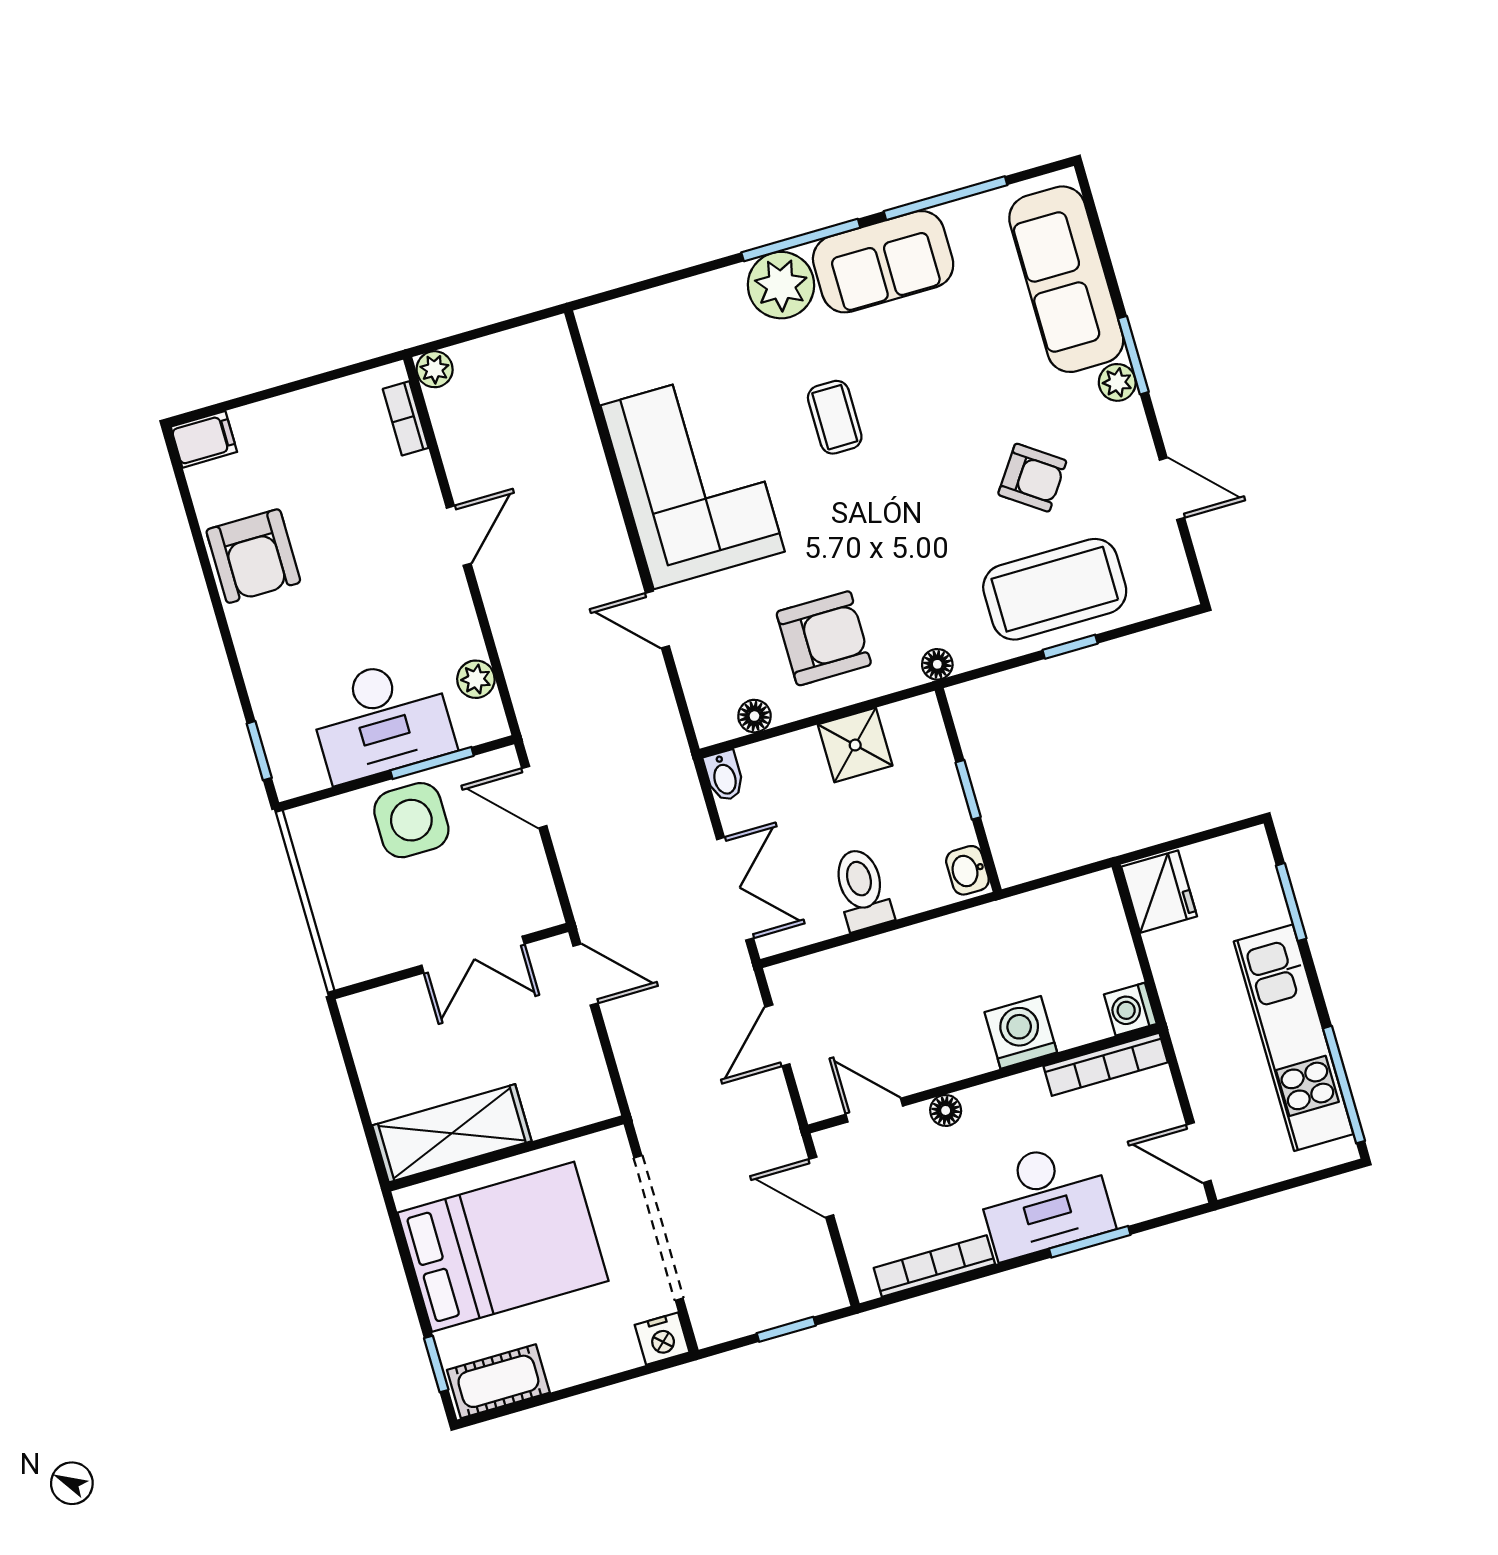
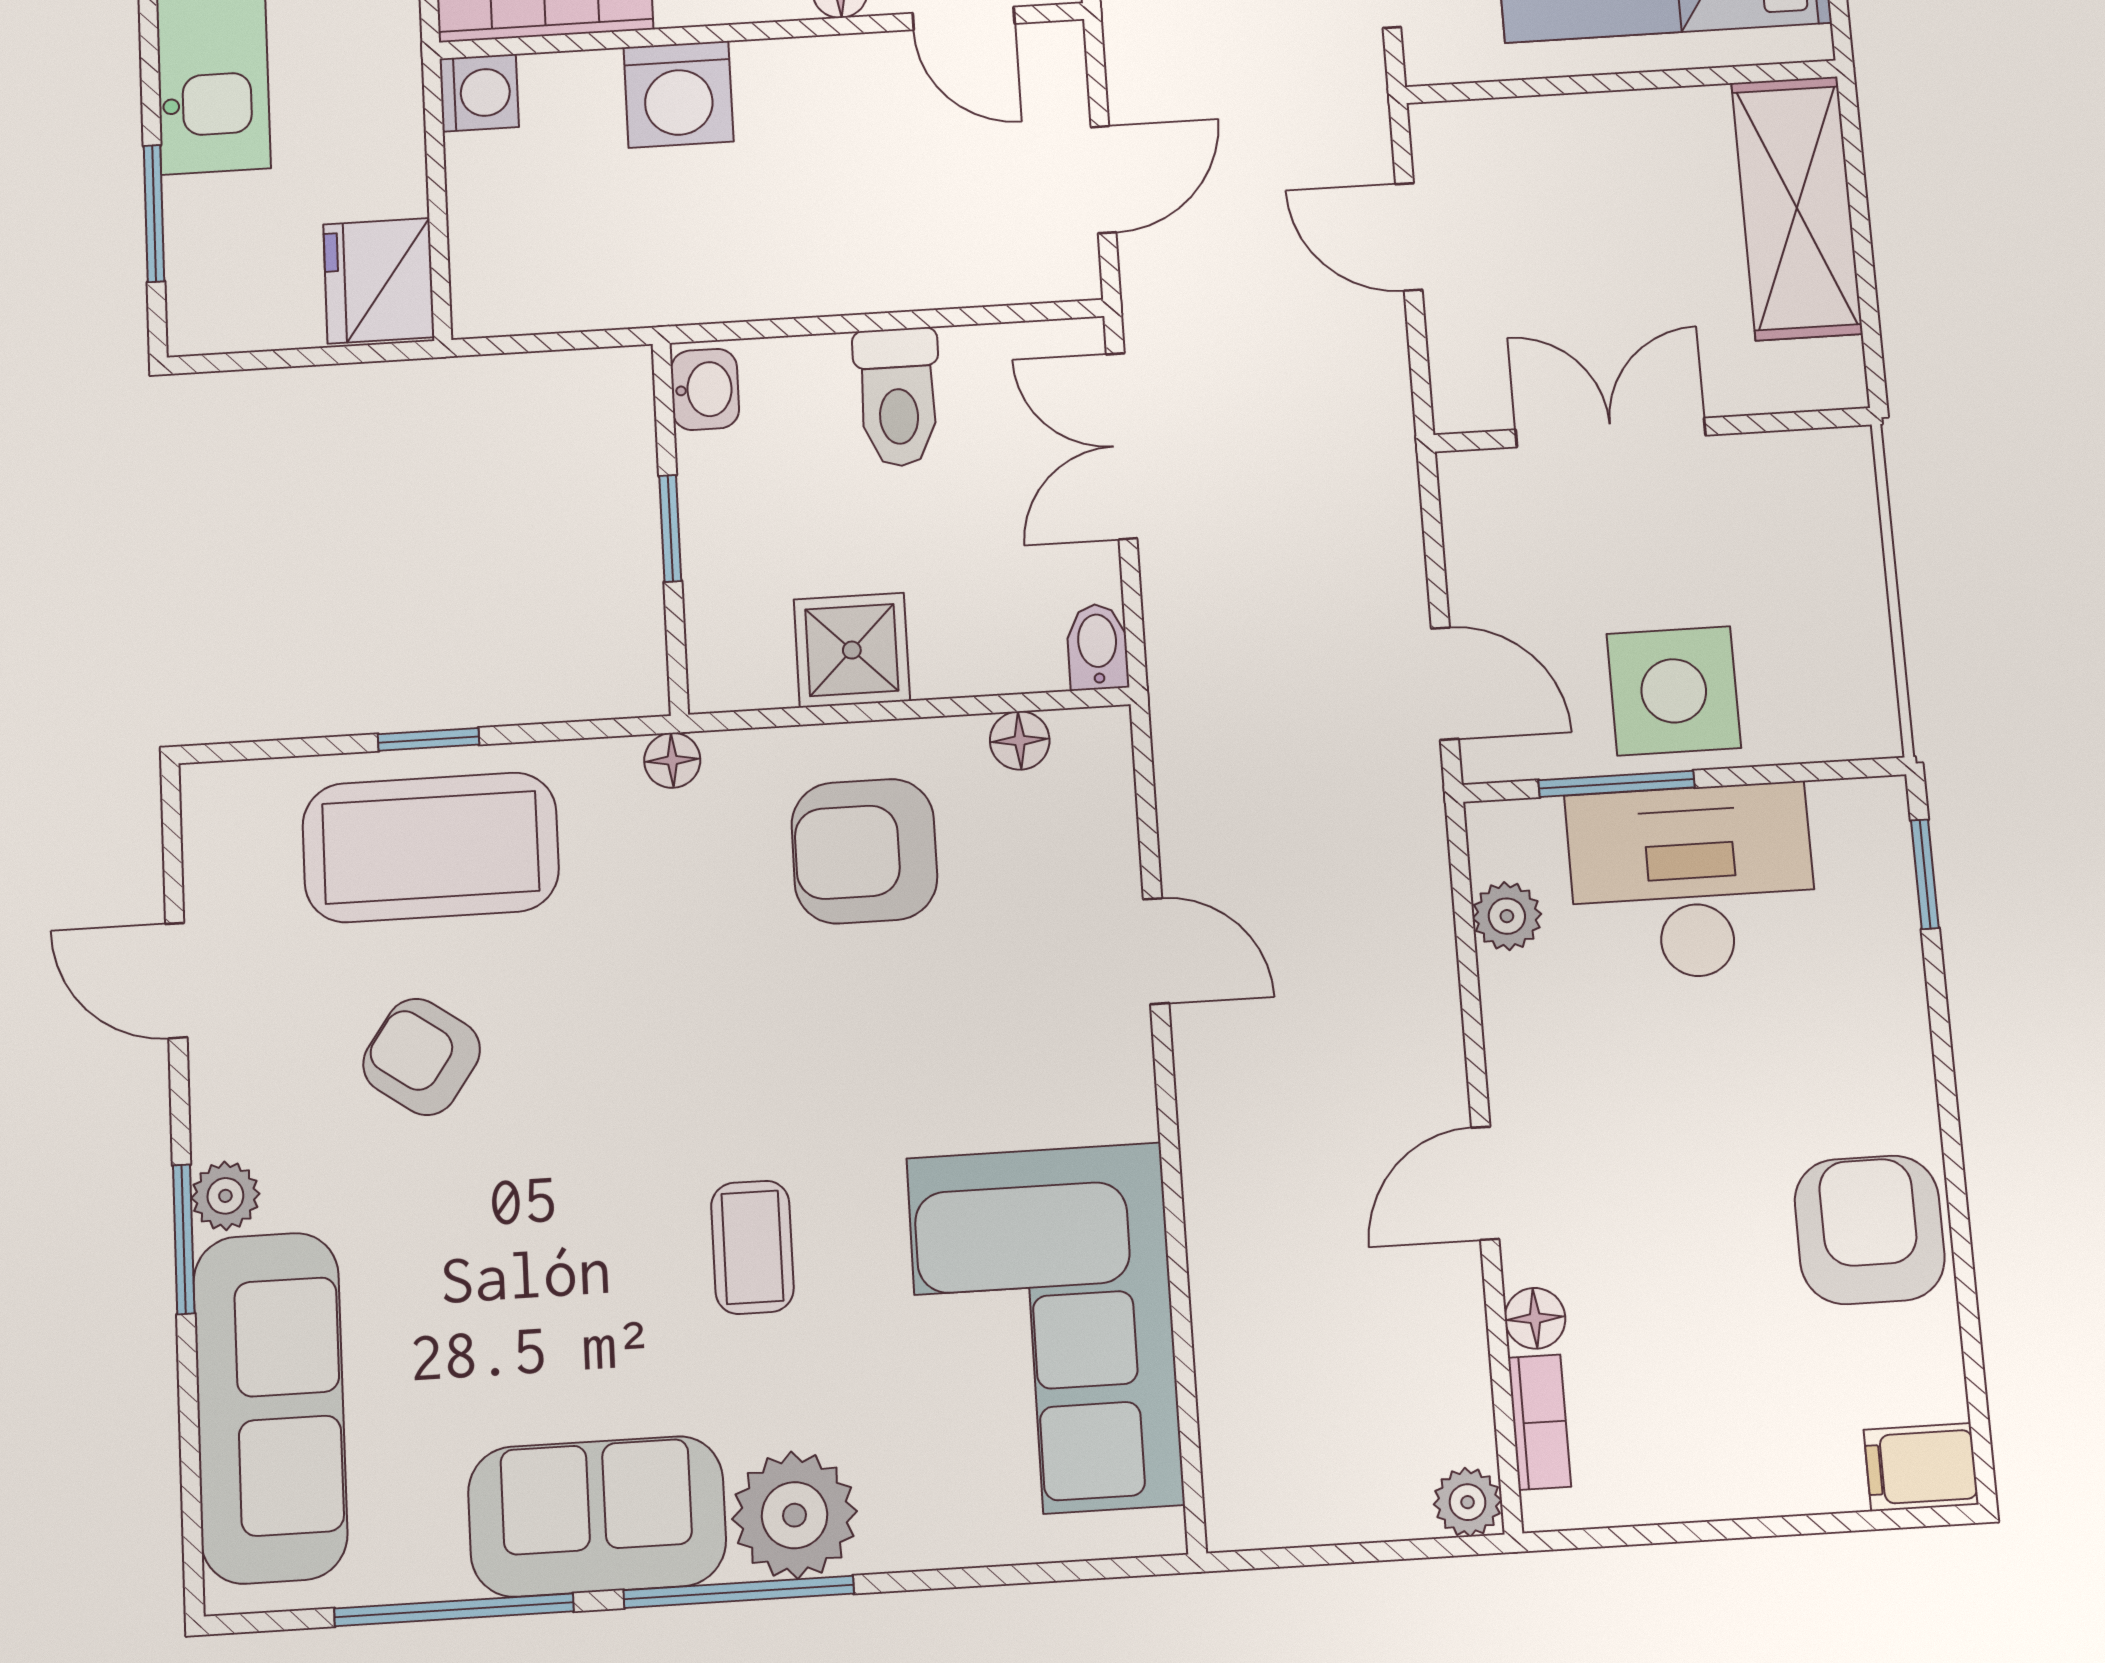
floor lamp: (419, 471) -> (1535, 1318), added
corner sofa: (693, 478) -> (1045, 1331), moved
door: (585, 975) -> (1409, 237), moved
shelving: (452, 1133) -> (1797, 208), moved, turned 90

